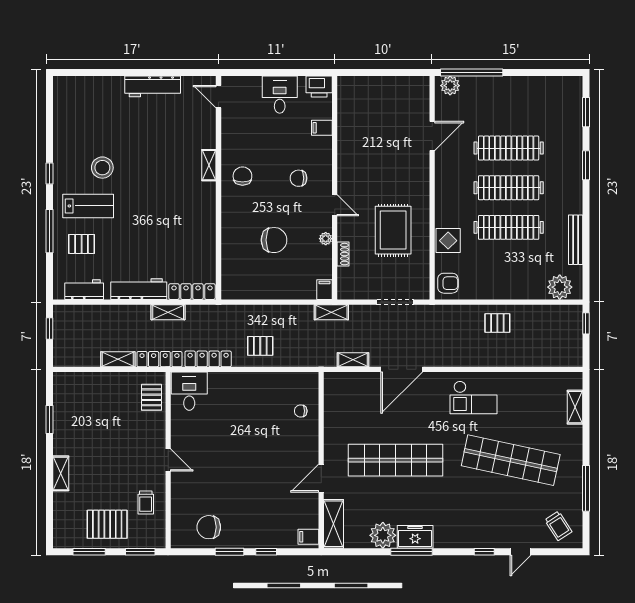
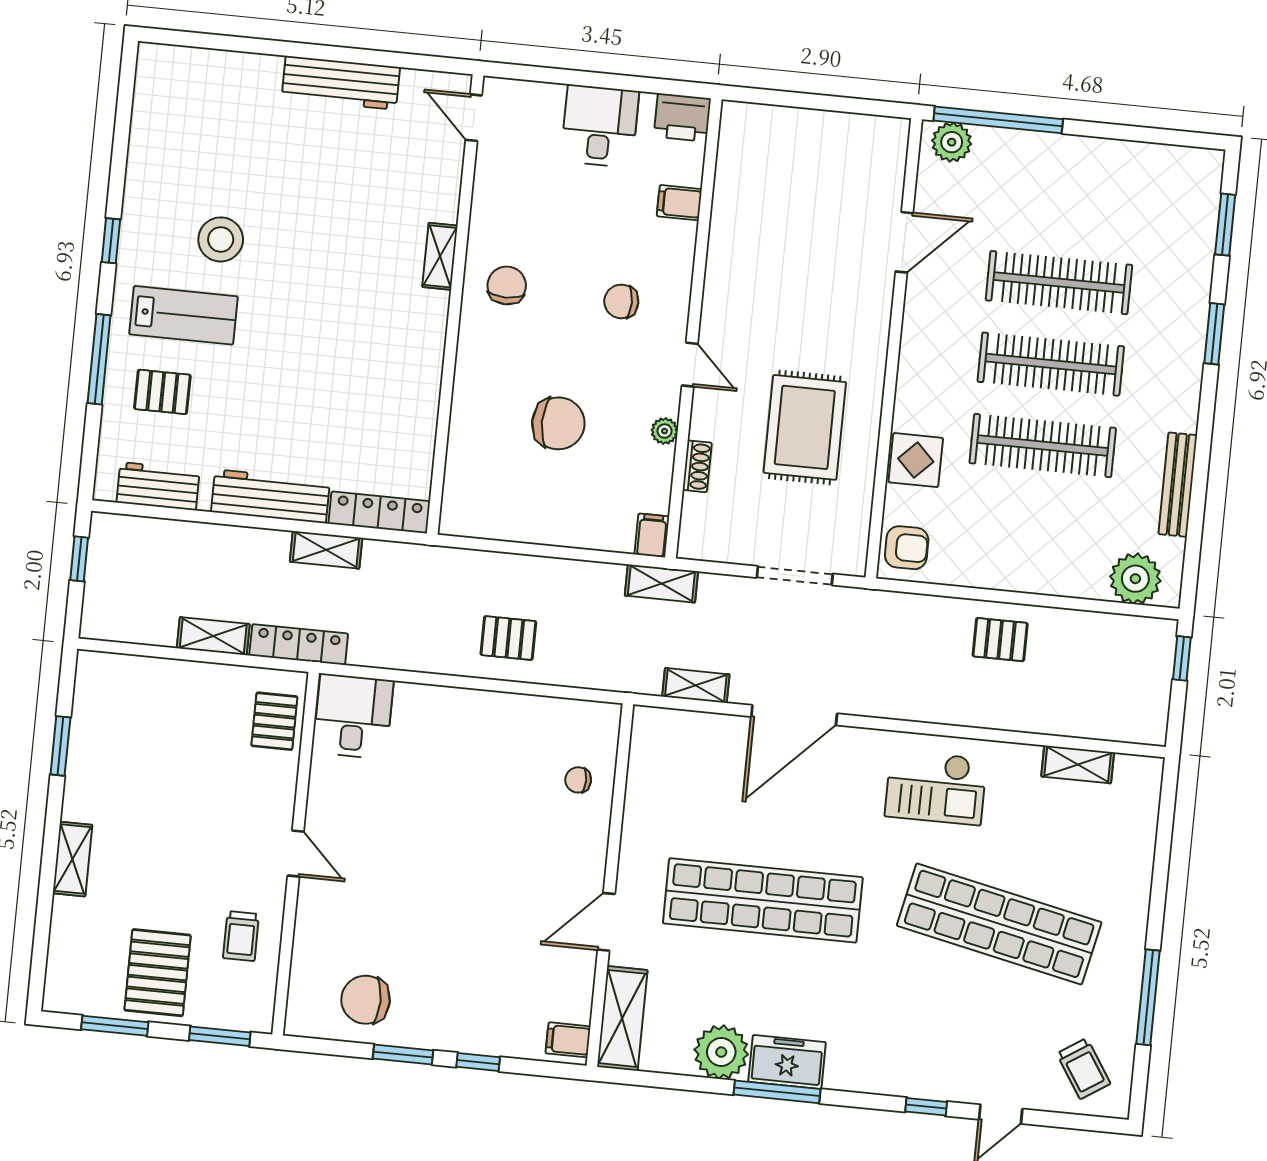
locker: (208, 359) -> (399, 654), removed
shelving: (575, 407) -> (1078, 764), moved, turned 90
pallet: (107, 524) -> (158, 973), turned 90

